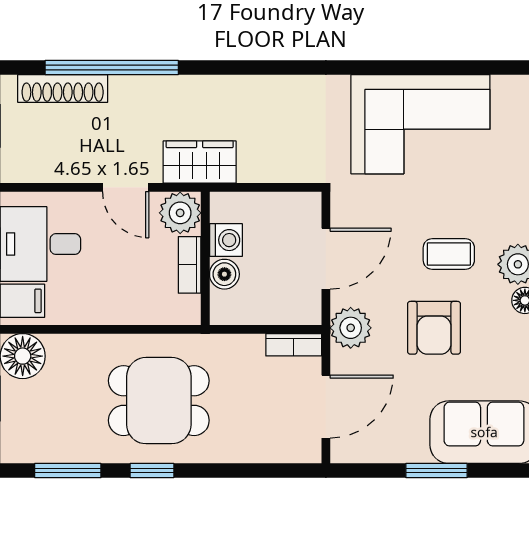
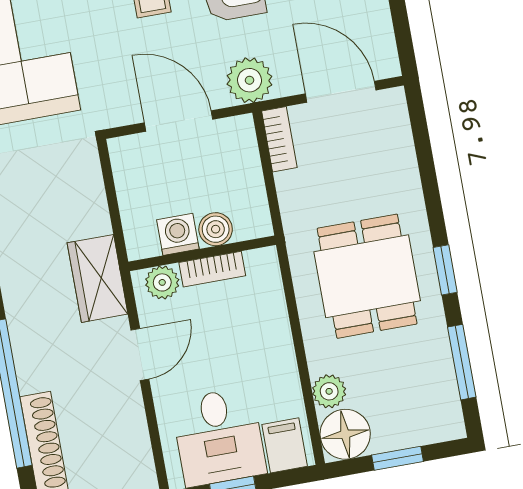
plant: (180, 213) -> (162, 282), width x0.73, depth x0.73
plant: (63, 349) -> (329, 391), added

